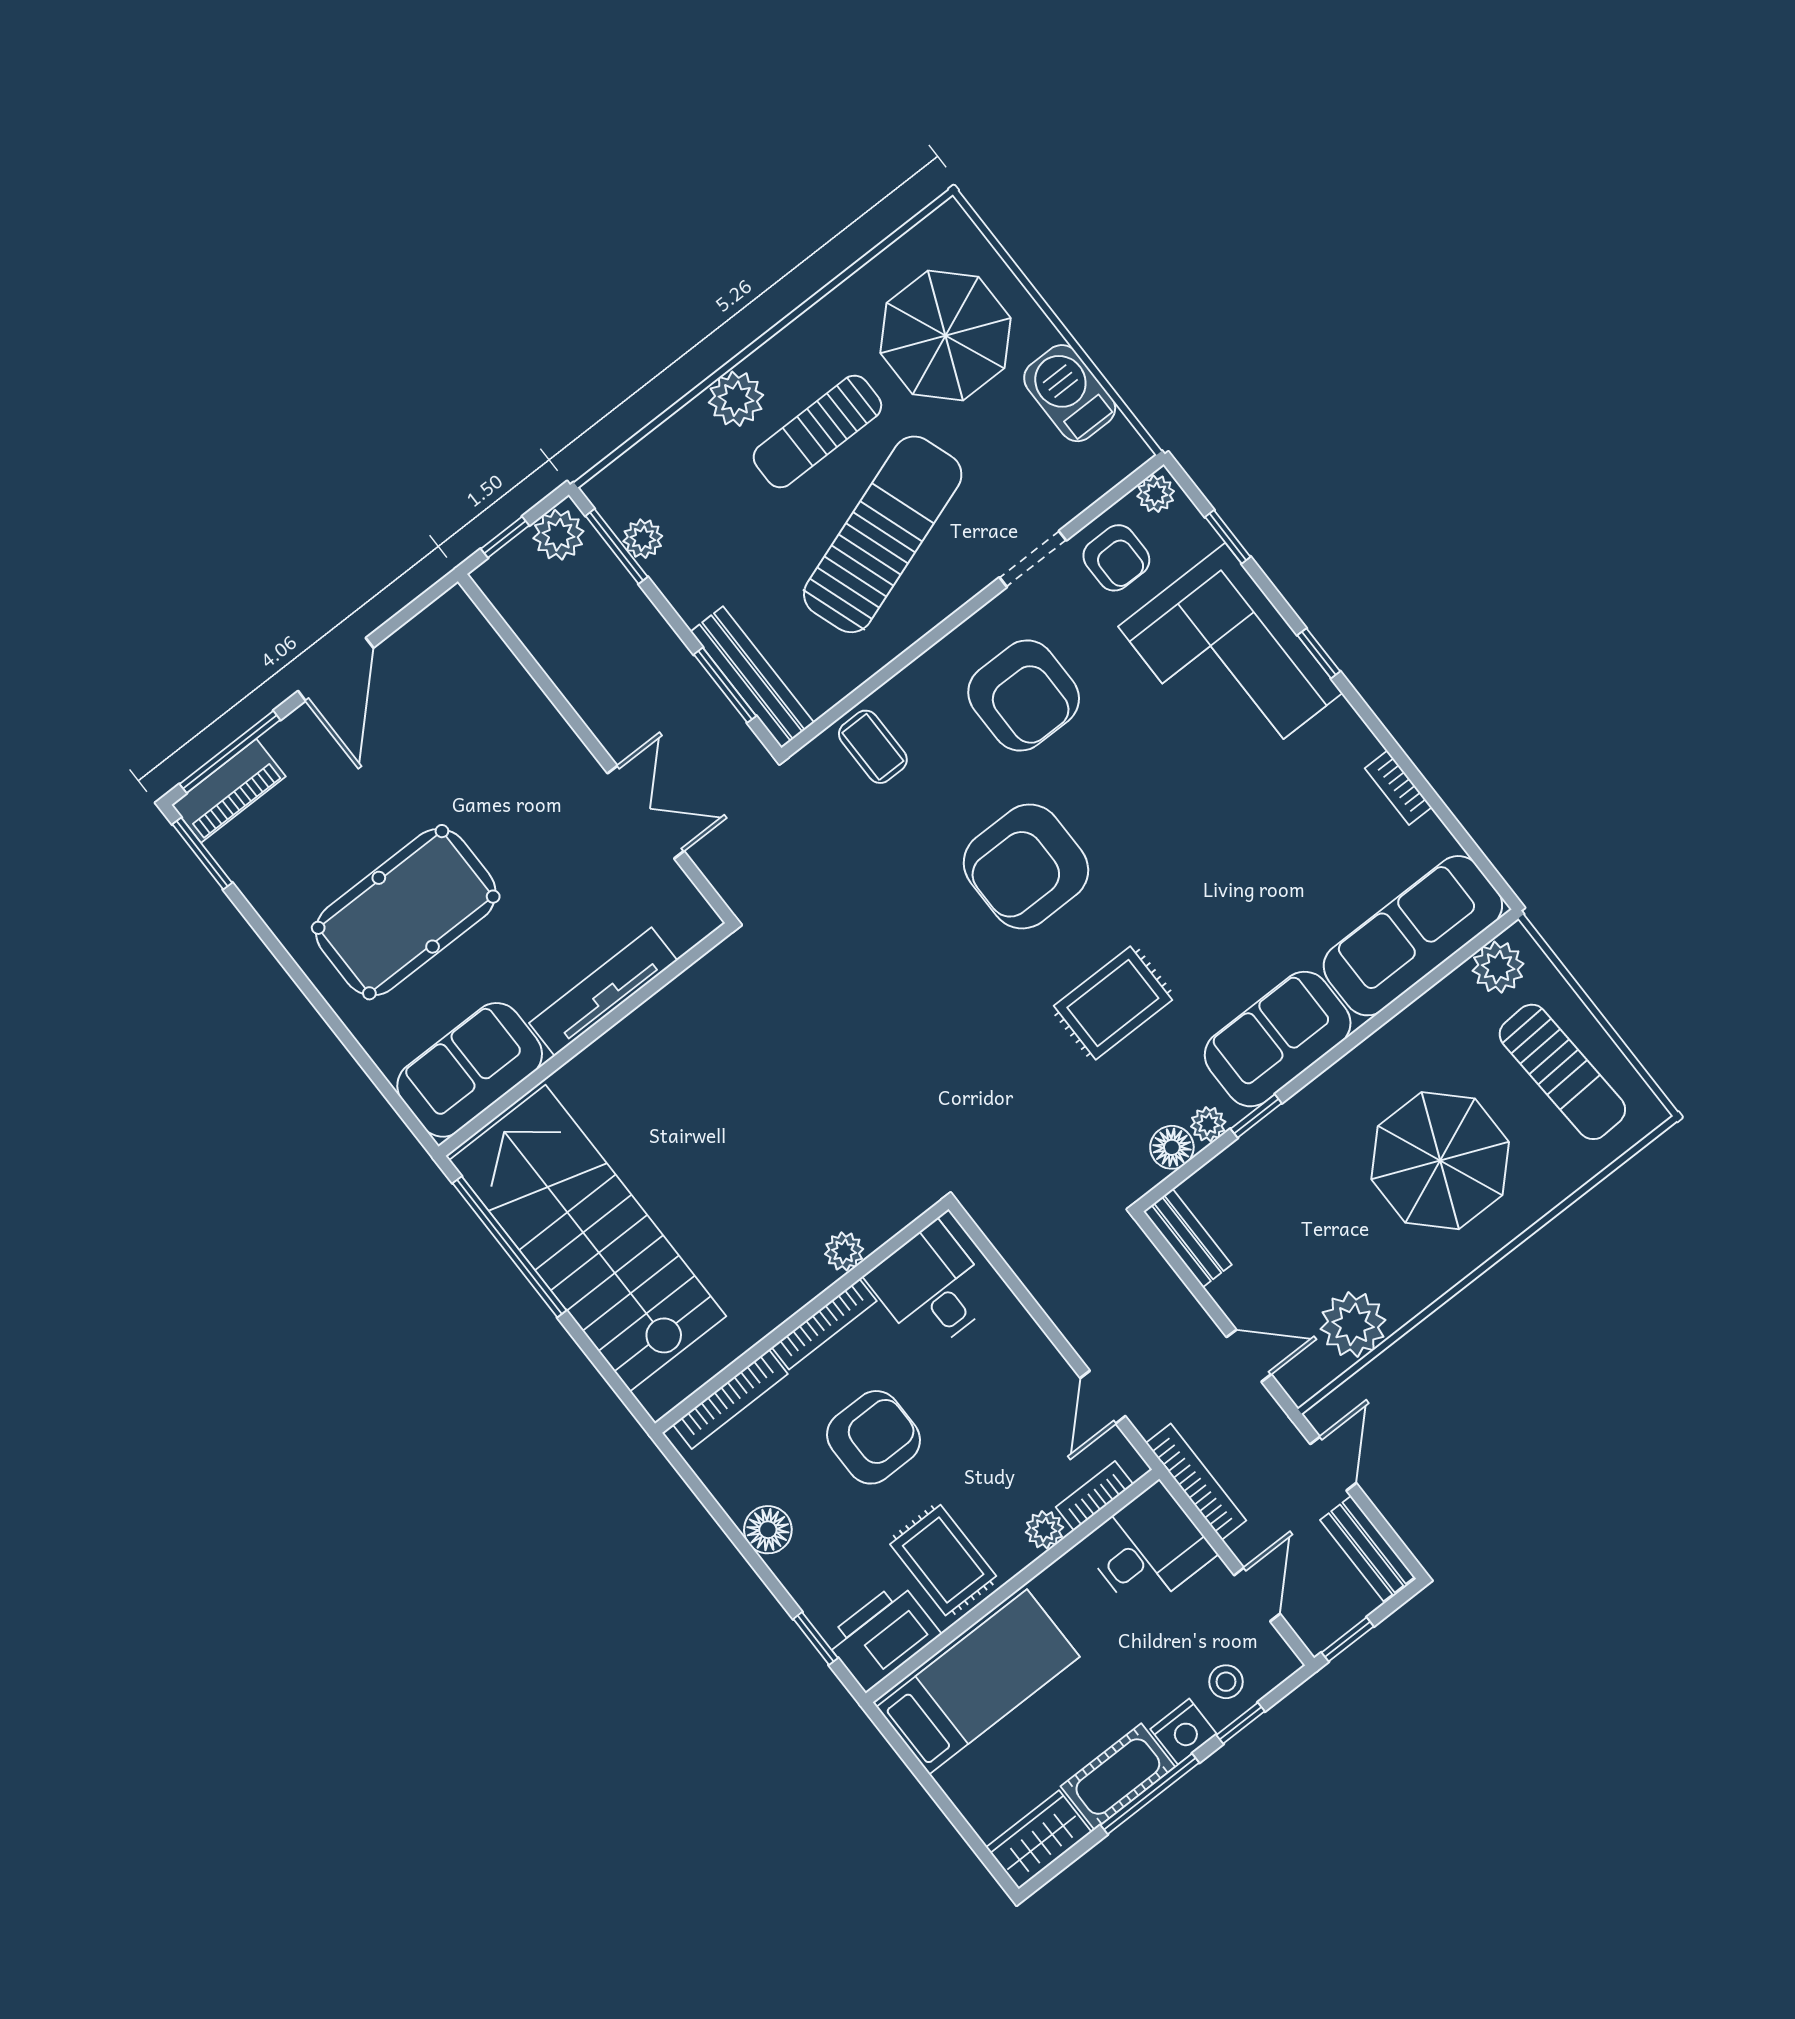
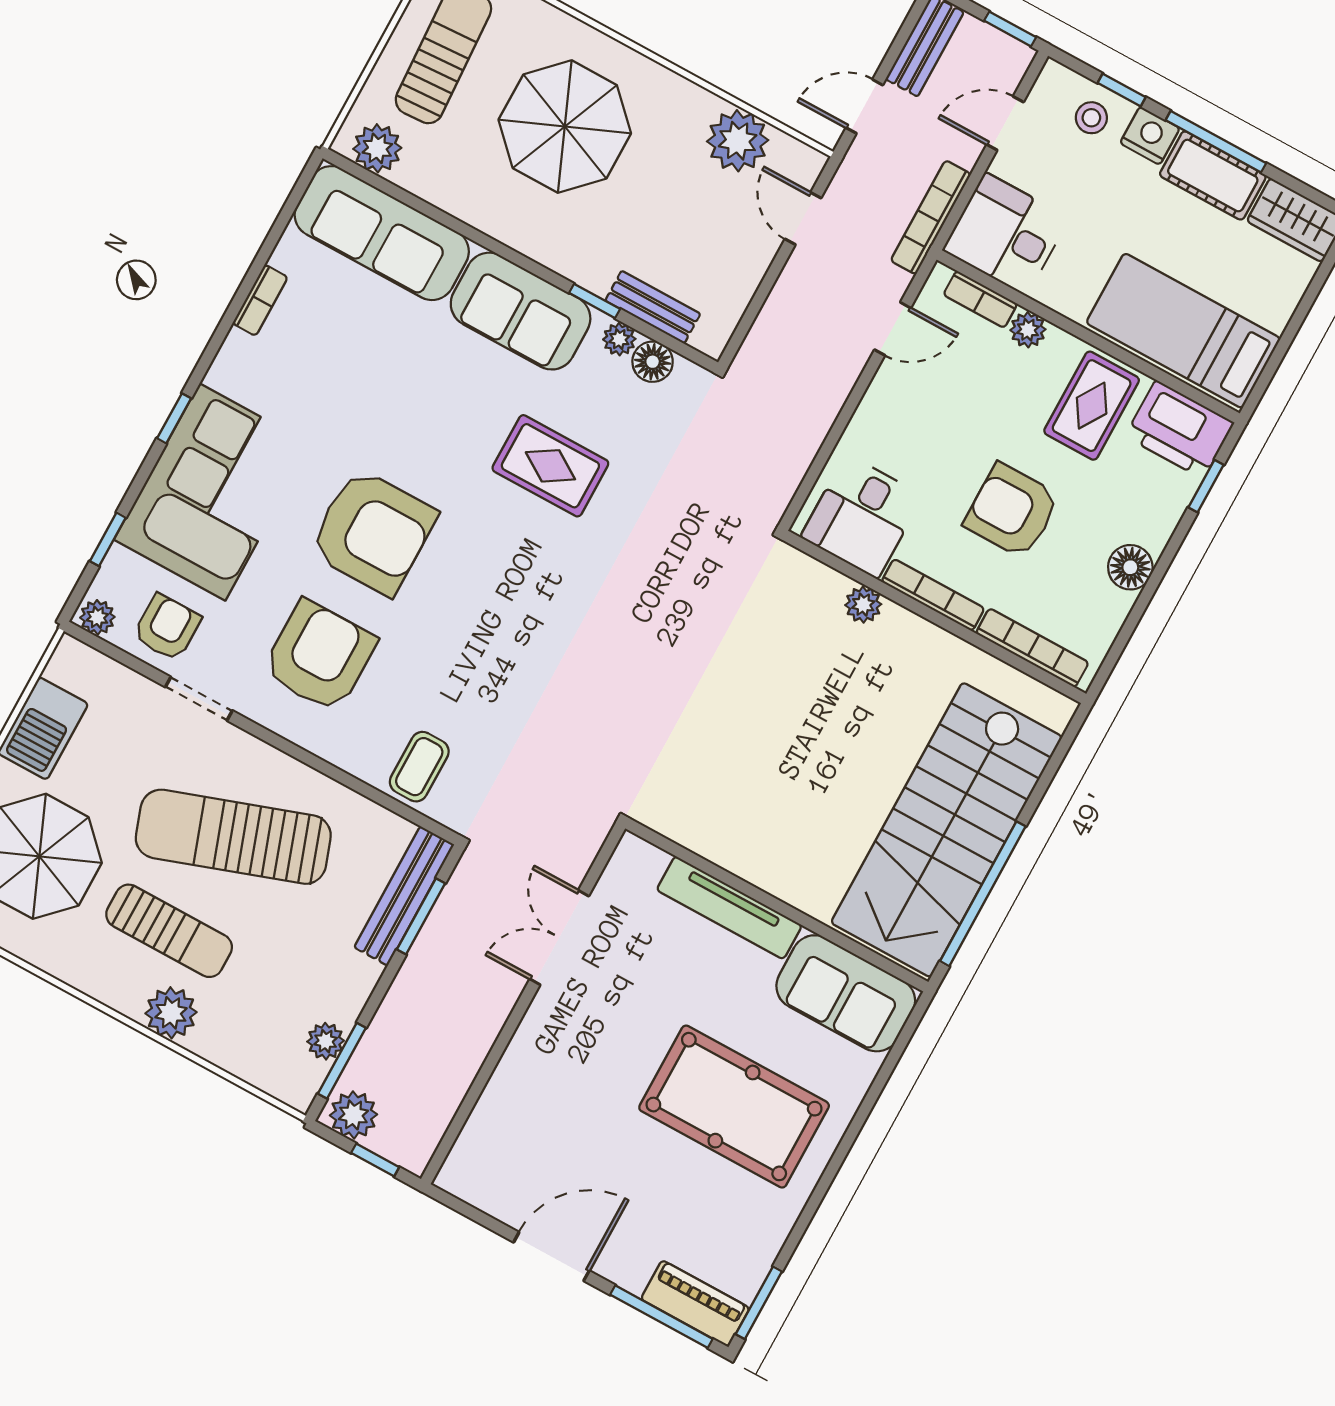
armchair: (1026, 866) -> (373, 532), moved
bench: (1188, 1238) -> (653, 307), moved, turned 90

